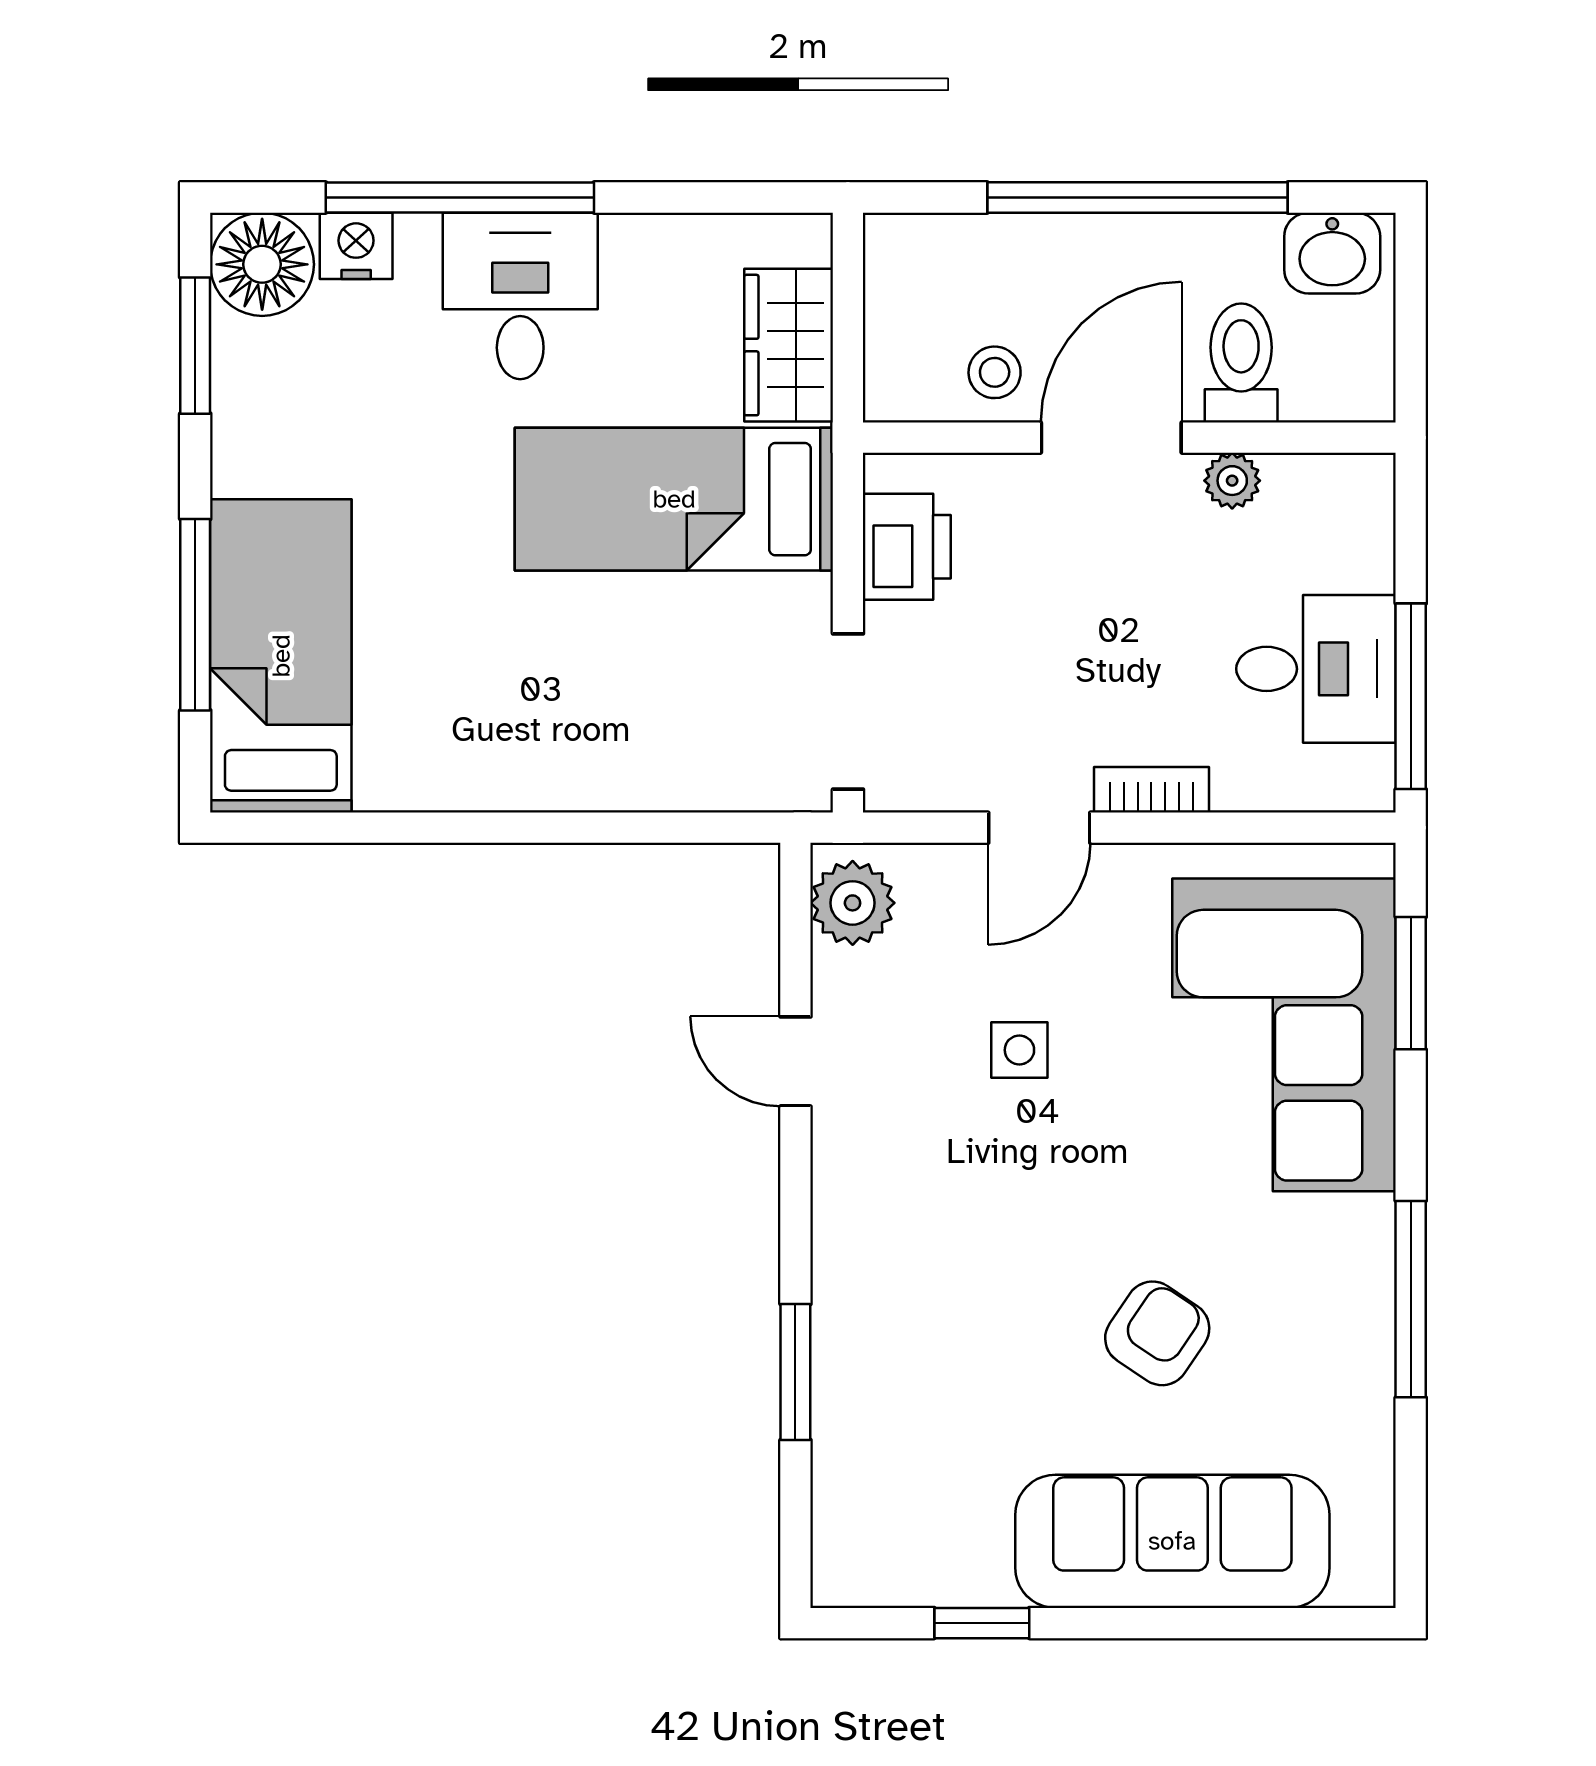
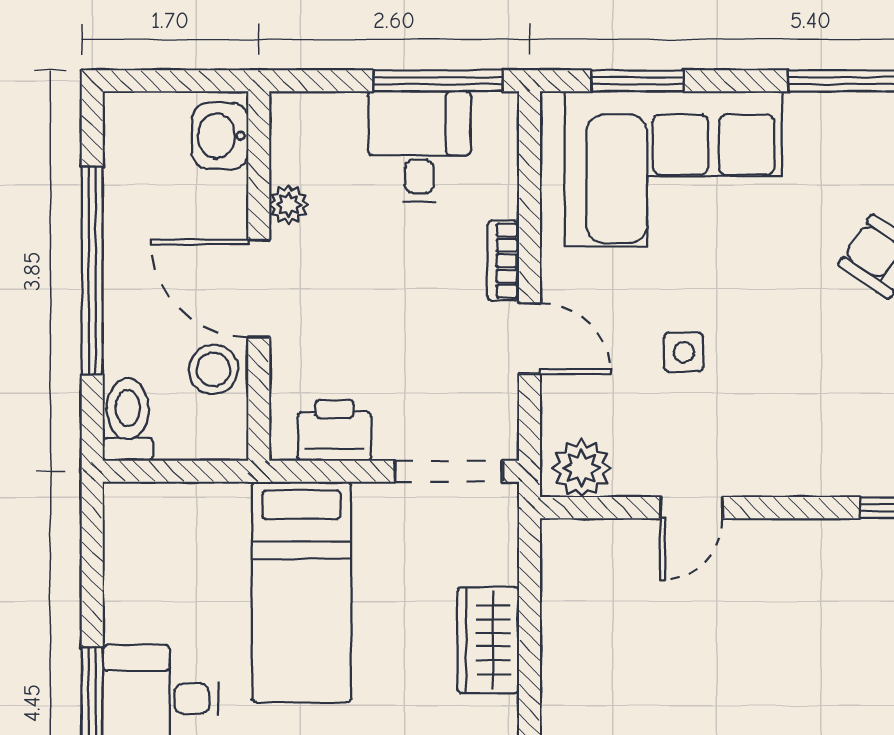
washbasin: (1332, 253) -> (220, 136), moved, turned 180
wardrobe: (789, 345) -> (488, 640), moved, turned 90
toilet: (1241, 363) -> (128, 419), moved, turned 90
stool: (995, 372) -> (213, 370), width x1.37, depth x1.37

